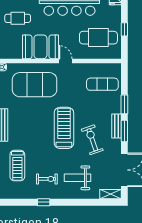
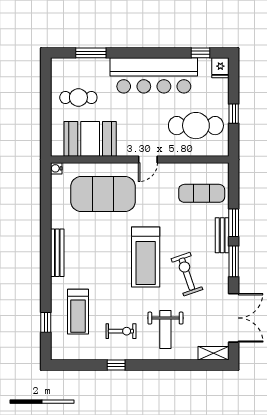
booth: (40, 47) -> (90, 139), moved
door: (65, 61) -> (148, 160), swing flipped
bench: (116, 126) -> (222, 235), moved
treadmill: (64, 128) -> (146, 257), turned 180
weight bench: (77, 178) -> (165, 329), turned -90

